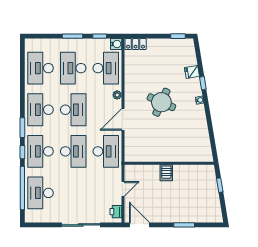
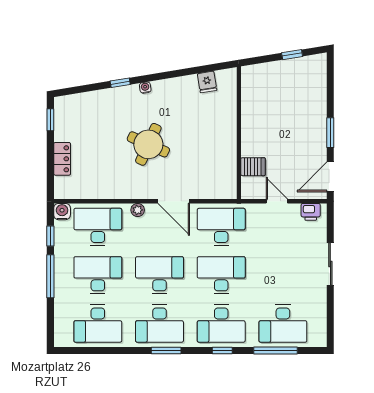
window: (72, 36) -> (50, 276), width x1.44
locker: (136, 44) -> (62, 159), moved
desk: (73, 68) -> (98, 275), turned 180
fridge: (192, 72) -> (207, 82), moved
window: (22, 128) -> (166, 351), moved
server rack: (166, 173) -> (253, 167), moved
window: (220, 185) -> (292, 55), moved
window: (22, 188) -> (275, 351), width x0.68
sliding door: (81, 225) -> (330, 264), width x0.73
window: (184, 225) -> (330, 133), moved

